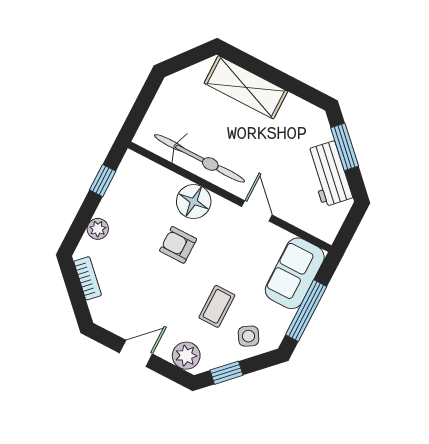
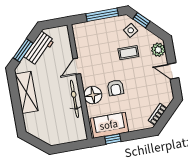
shelving: (246, 87) -> (27, 92), moved
bicycle: (200, 158) -> (74, 99), width x0.73, depth x0.71
plant: (98, 229) -> (134, 126), removed
sofa: (295, 273) -> (109, 125), moved, turned 180
window: (226, 373) -> (142, 20), moved

